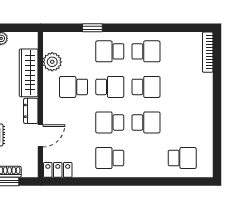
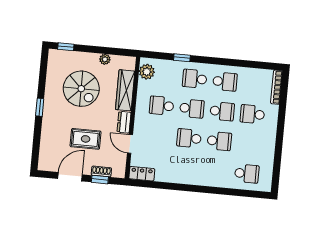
plant: (52, 62) -> (147, 72), moved
door: (40, 136) -> (130, 144), swing flipped
school desk: (110, 158) -> (252, 114), moved

